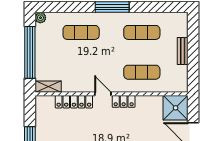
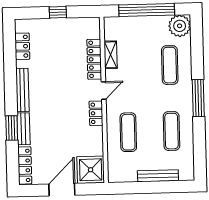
plant: (40, 18) -> (180, 26), width x1.88, depth x1.88
bench: (183, 51) -> (158, 176), width x1.36
shelving: (48, 87) -> (111, 55), moved

